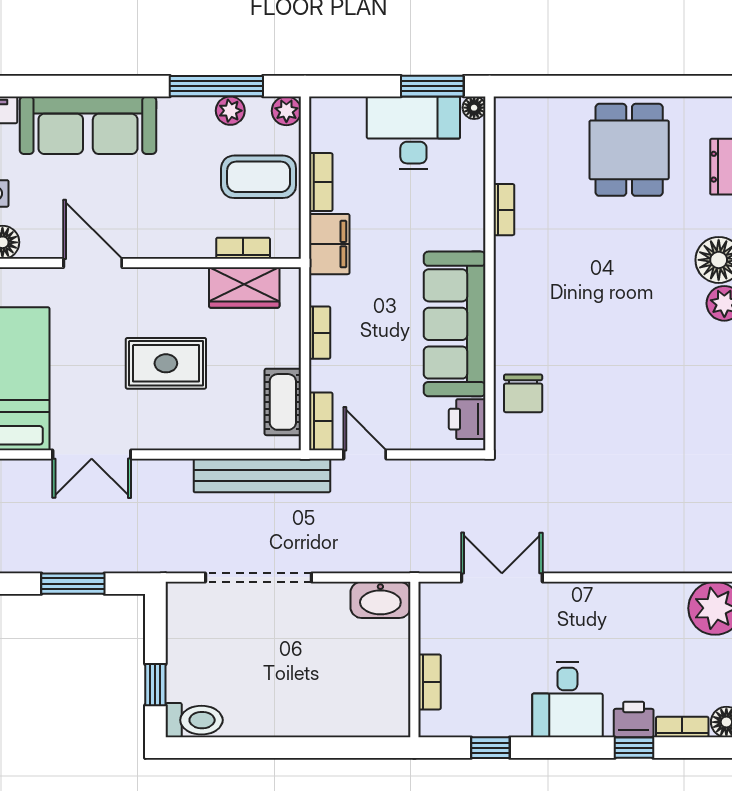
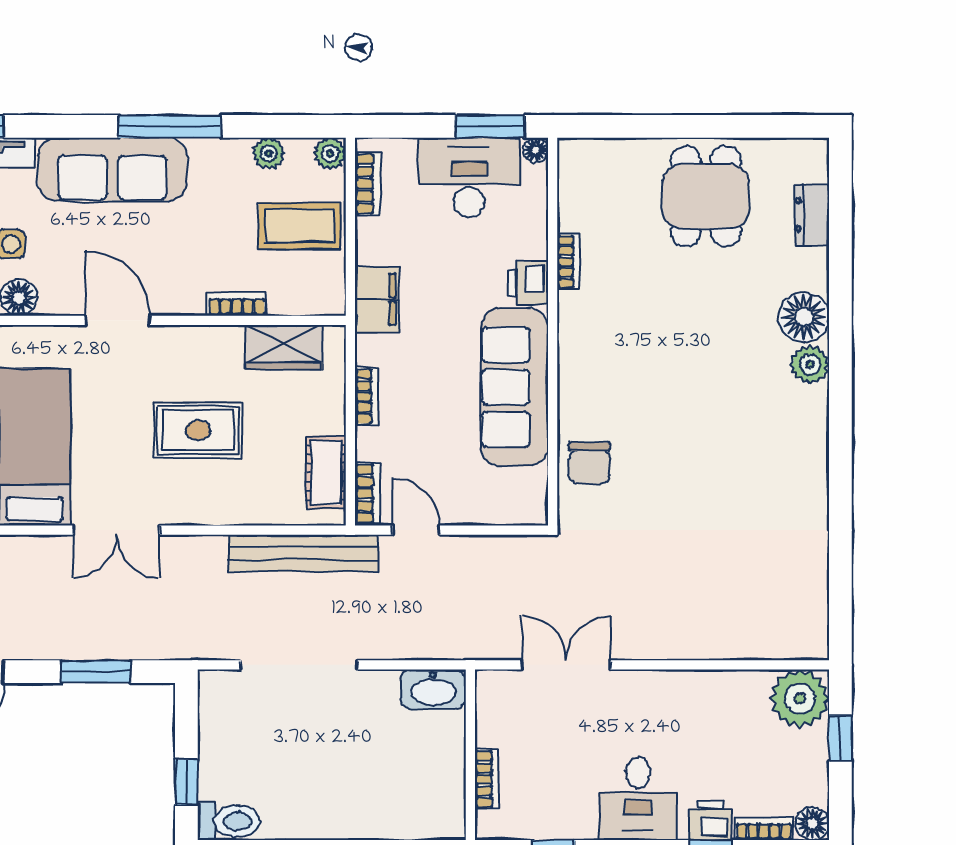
window: (216, 86) -> (169, 126), moved
bookcase: (321, 182) -> (368, 184), moved
bookcase: (243, 248) -> (237, 304), moved
printer: (467, 419) -> (528, 283), moved

